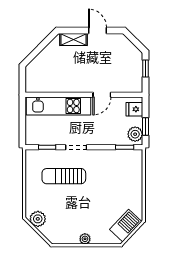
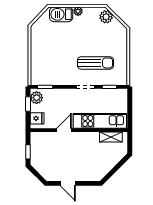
shelving: (73, 39) -> (111, 137), moved
plant: (38, 219) -> (106, 17), moved
barbecue: (126, 226) -> (61, 14), moved, turned 47

